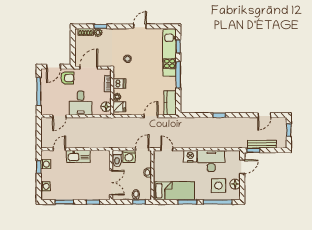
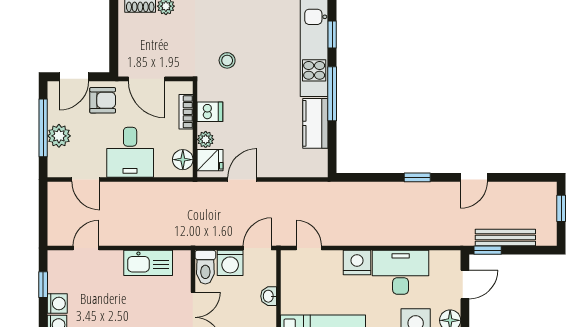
door: (89, 68) -> (147, 79), swing flipped
plant: (46, 95) -> (59, 136), added
kitchen counter: (170, 103) -> (315, 123), moved
door: (264, 115) -> (474, 177), moved
door: (59, 116) -> (86, 180), hinge flipped
door: (151, 116) -> (242, 180), moved
kitchen sink: (78, 156) -> (148, 263), moved
washing machine: (46, 164) -> (57, 304), moved

